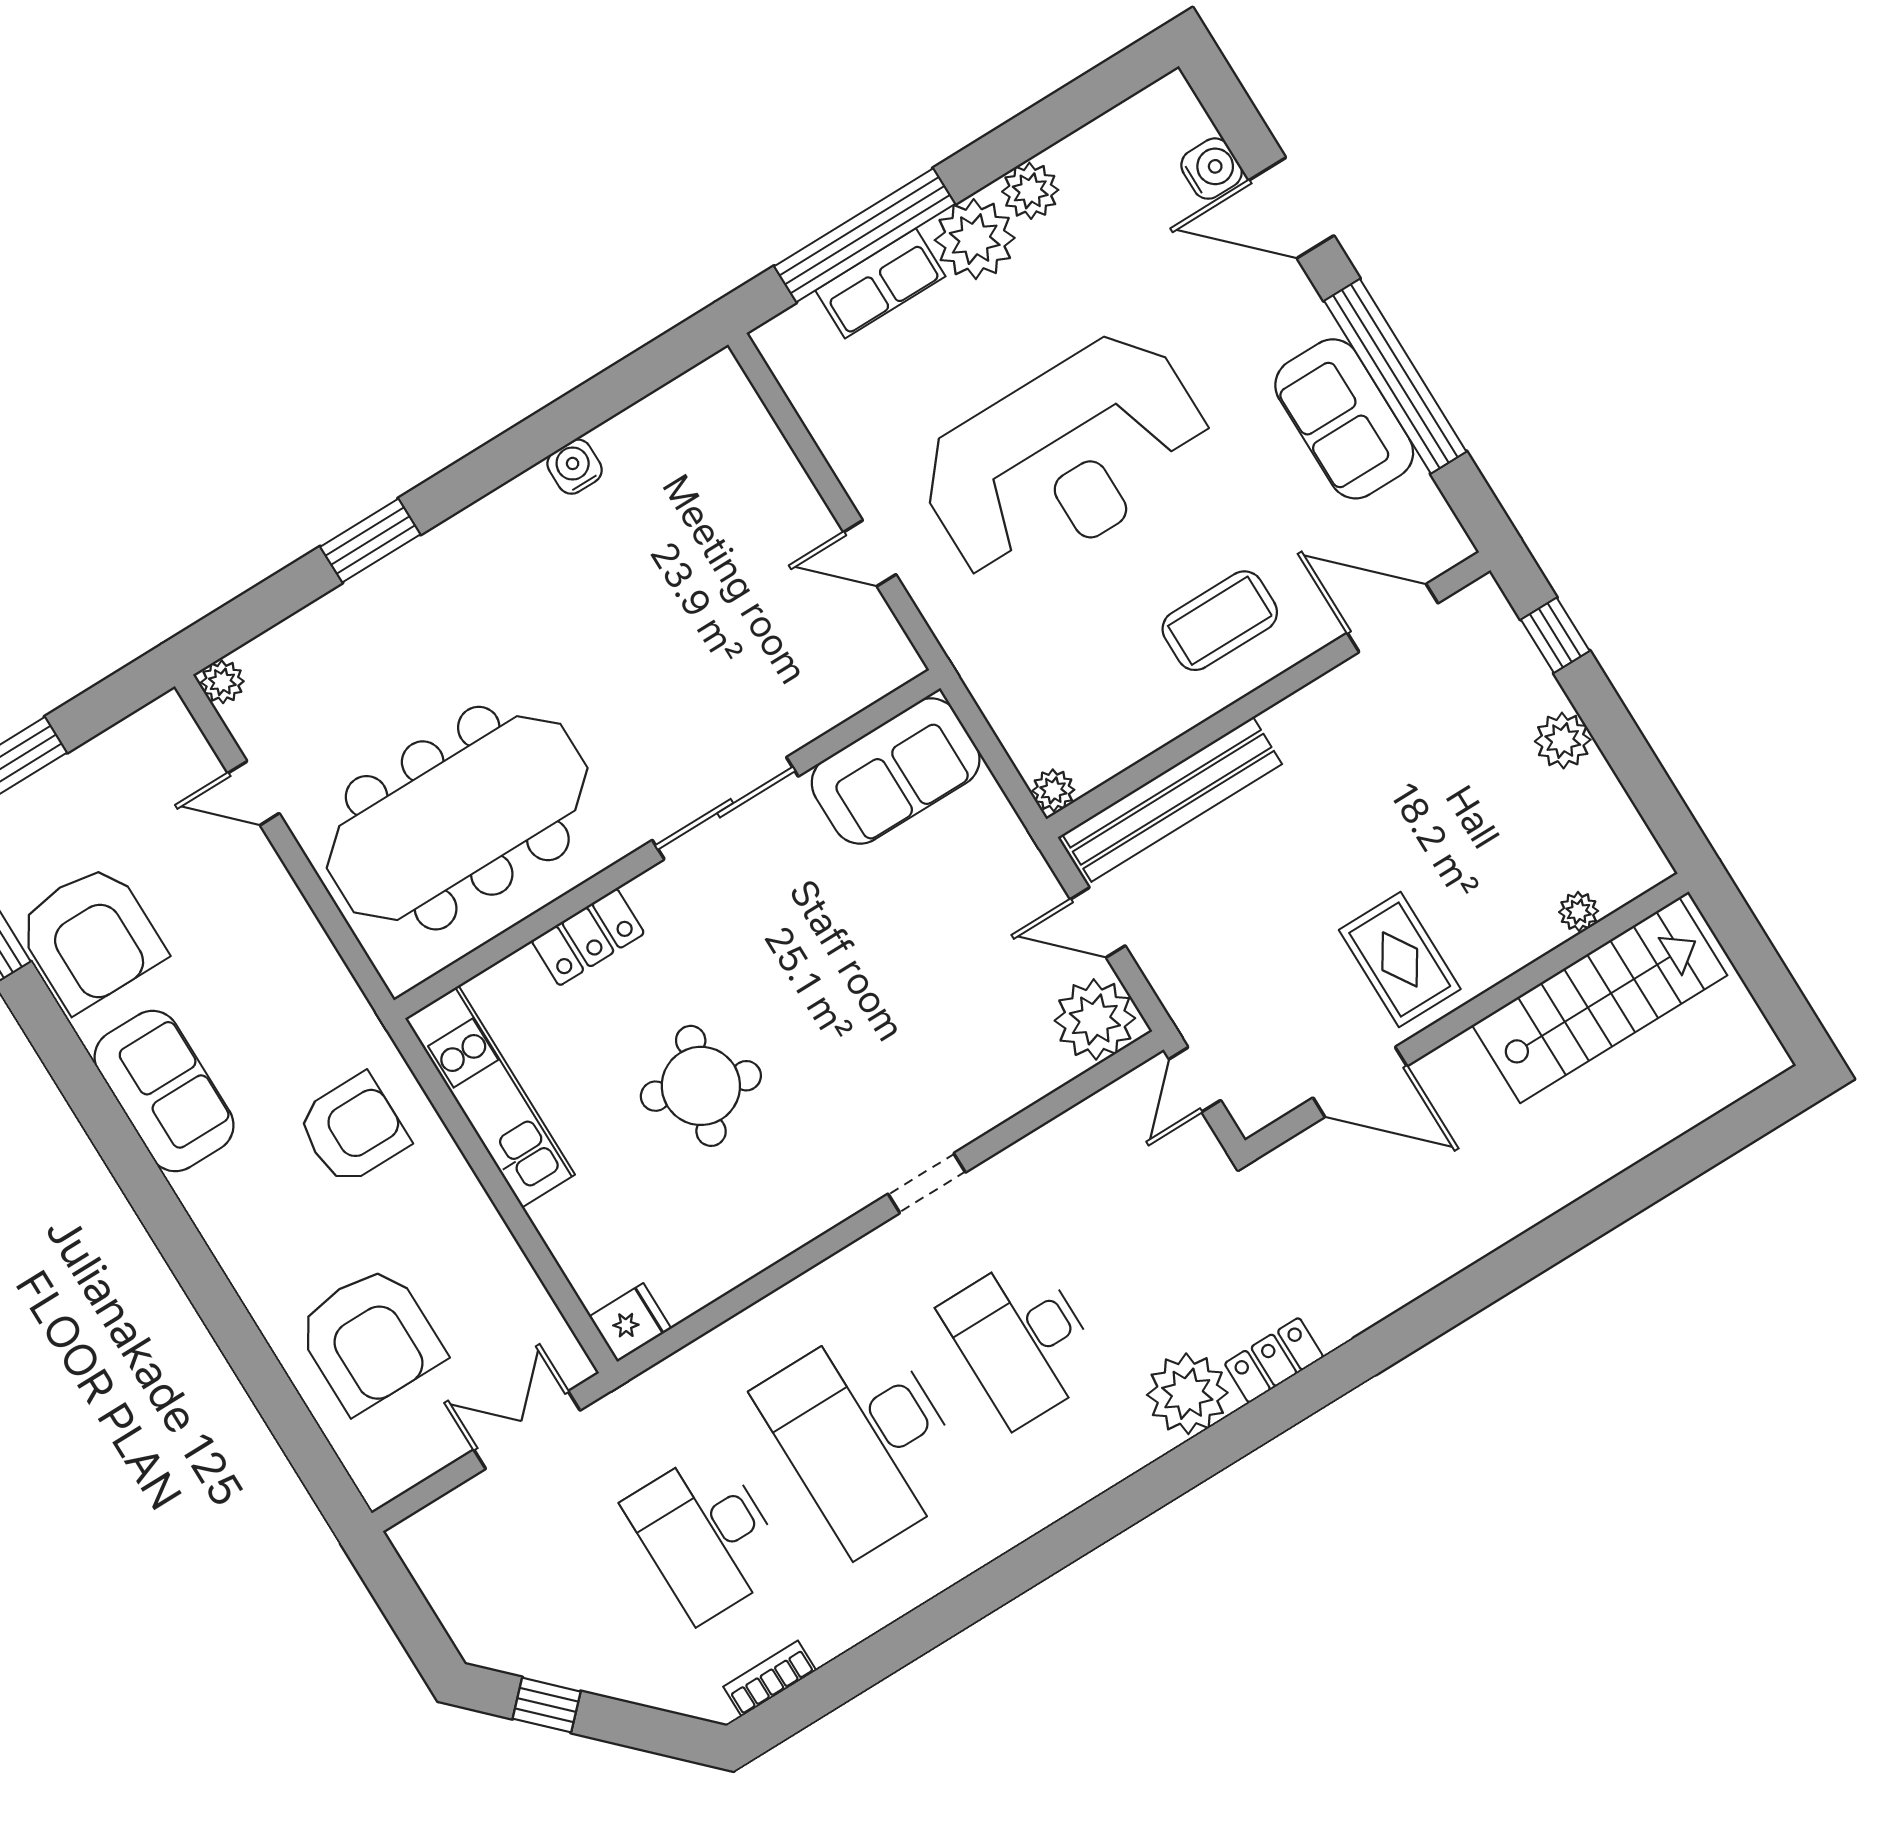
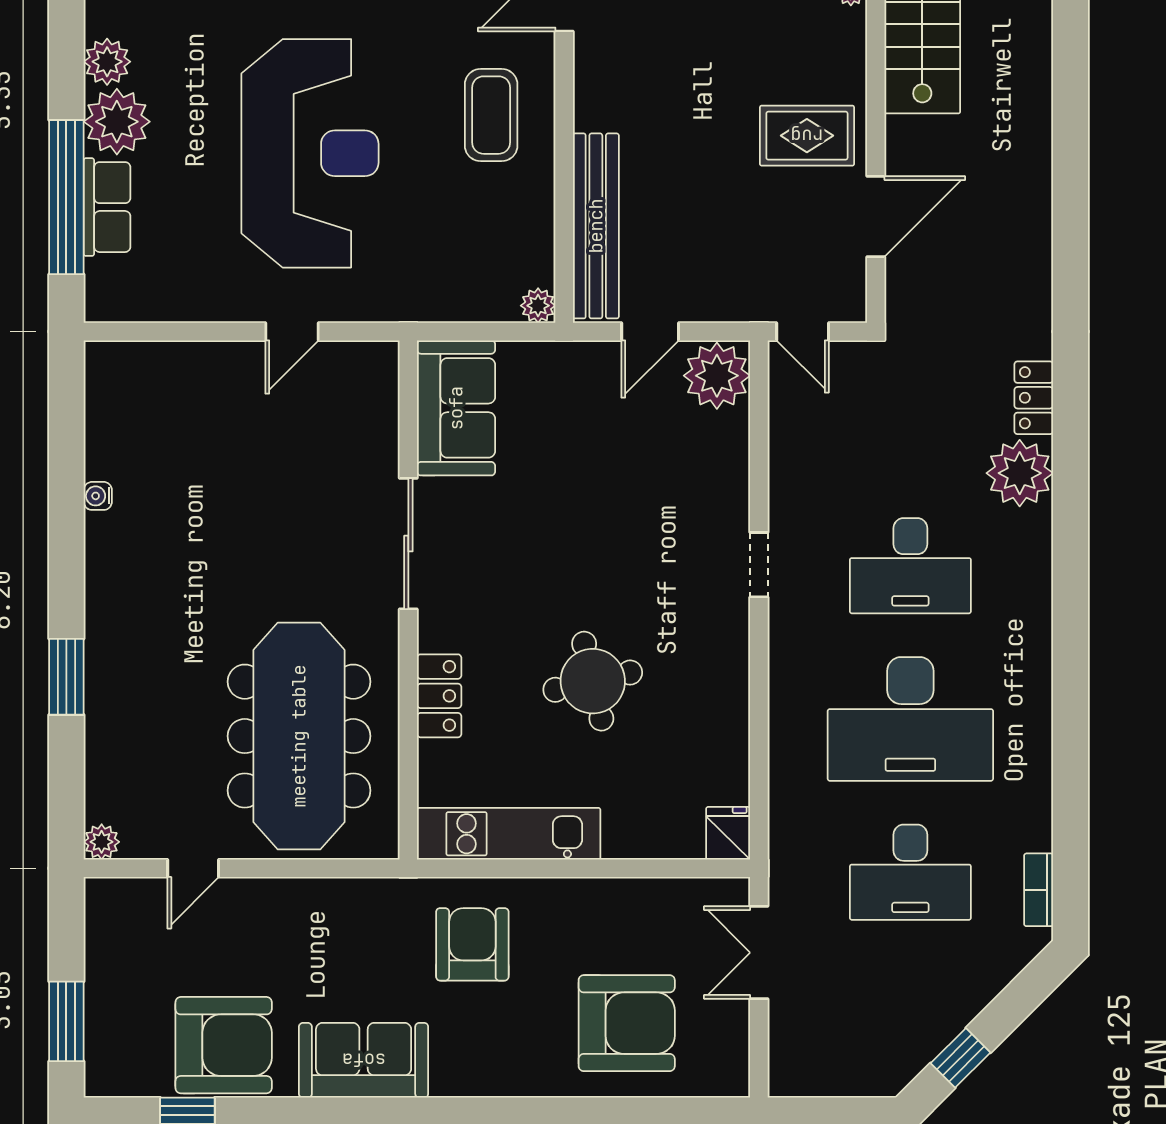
water cooler: (575, 467) -> (98, 496), width x0.72, depth x0.72
round table: (701, 1086) -> (593, 681), turned -32

